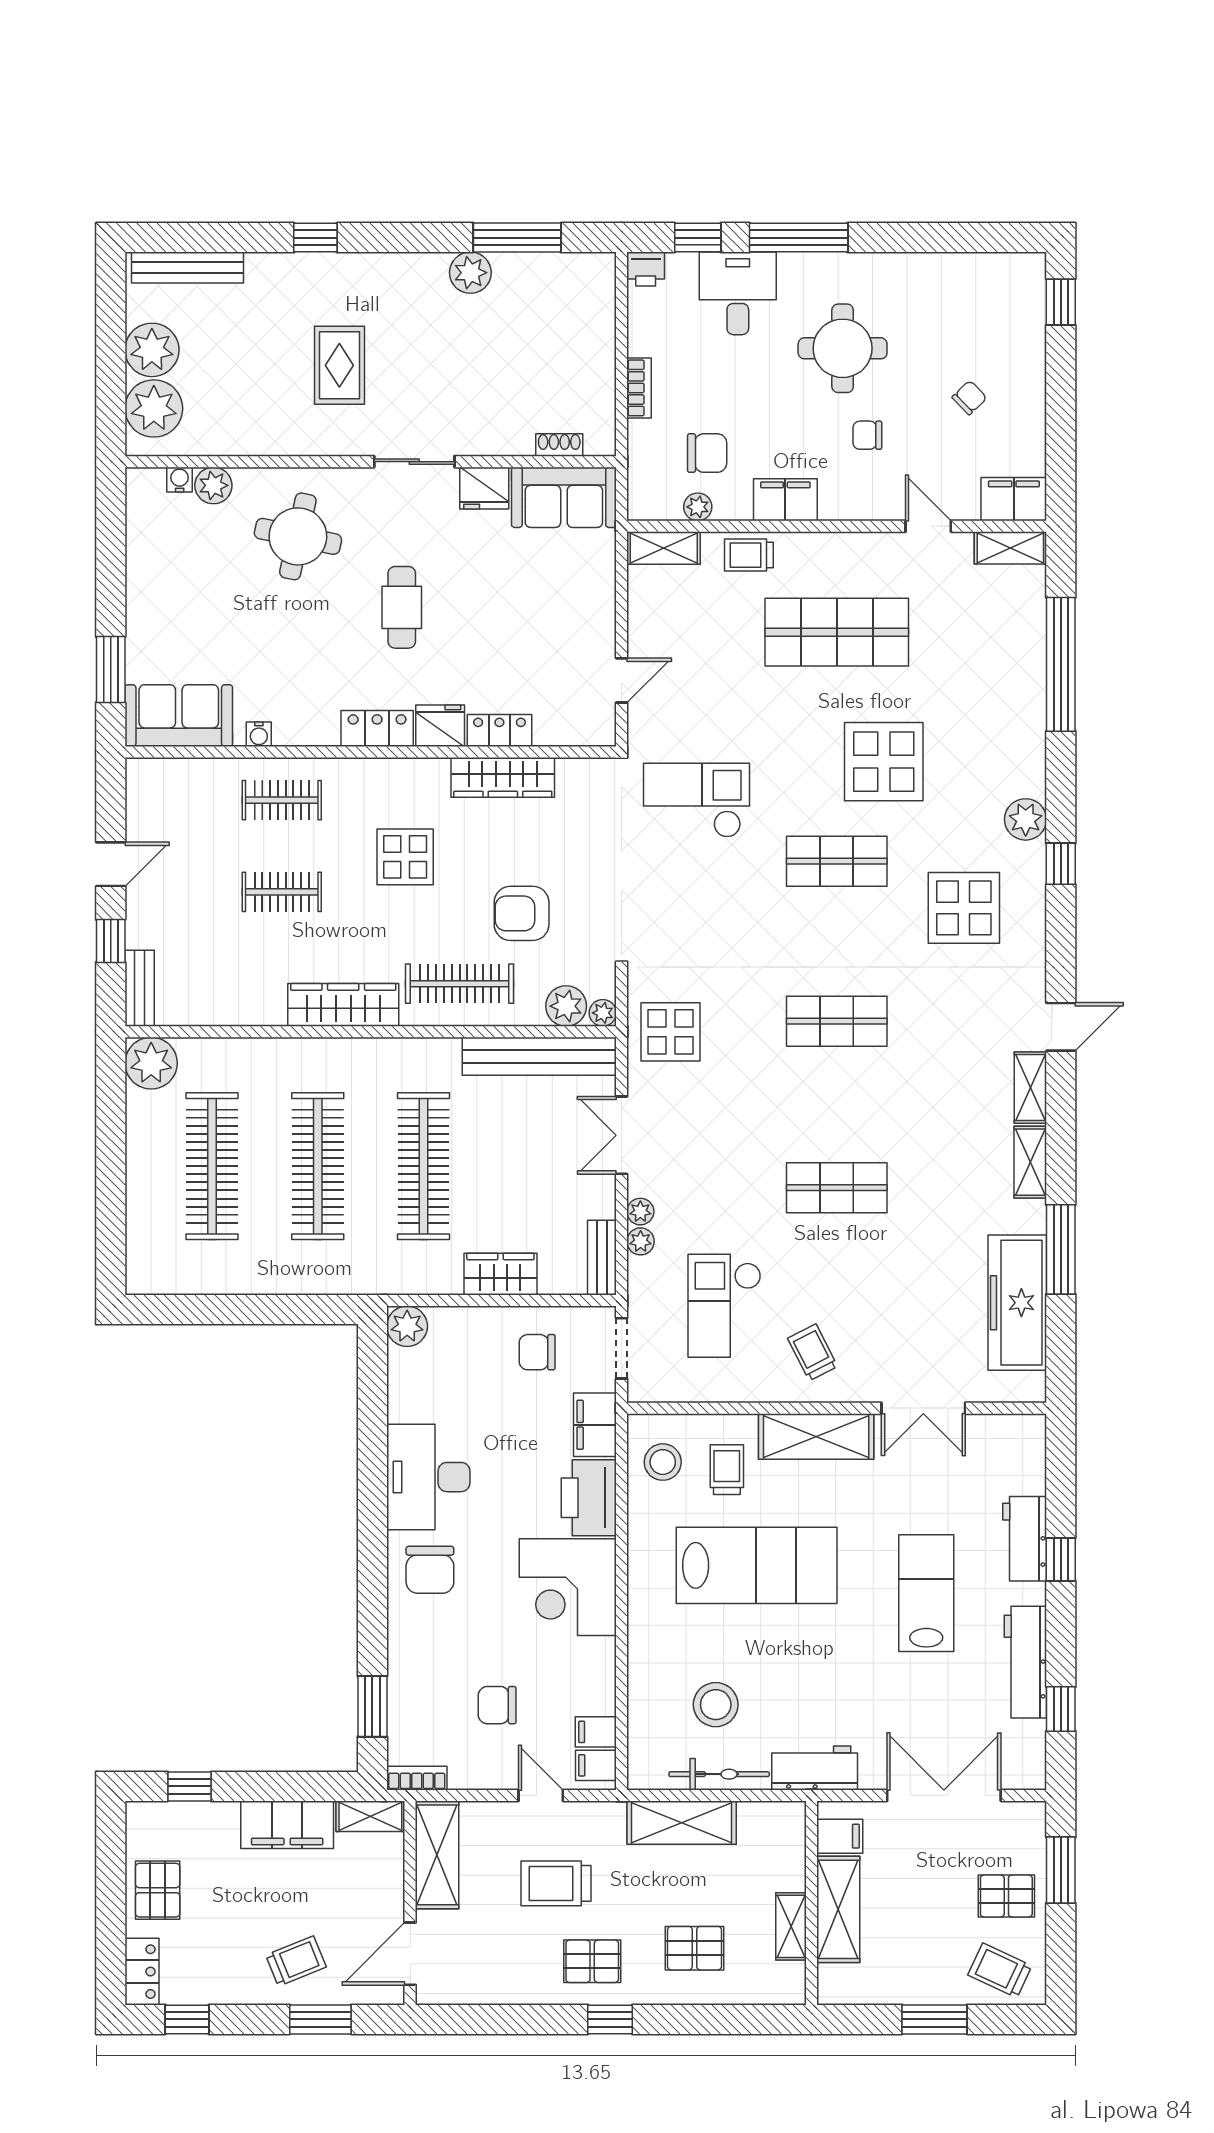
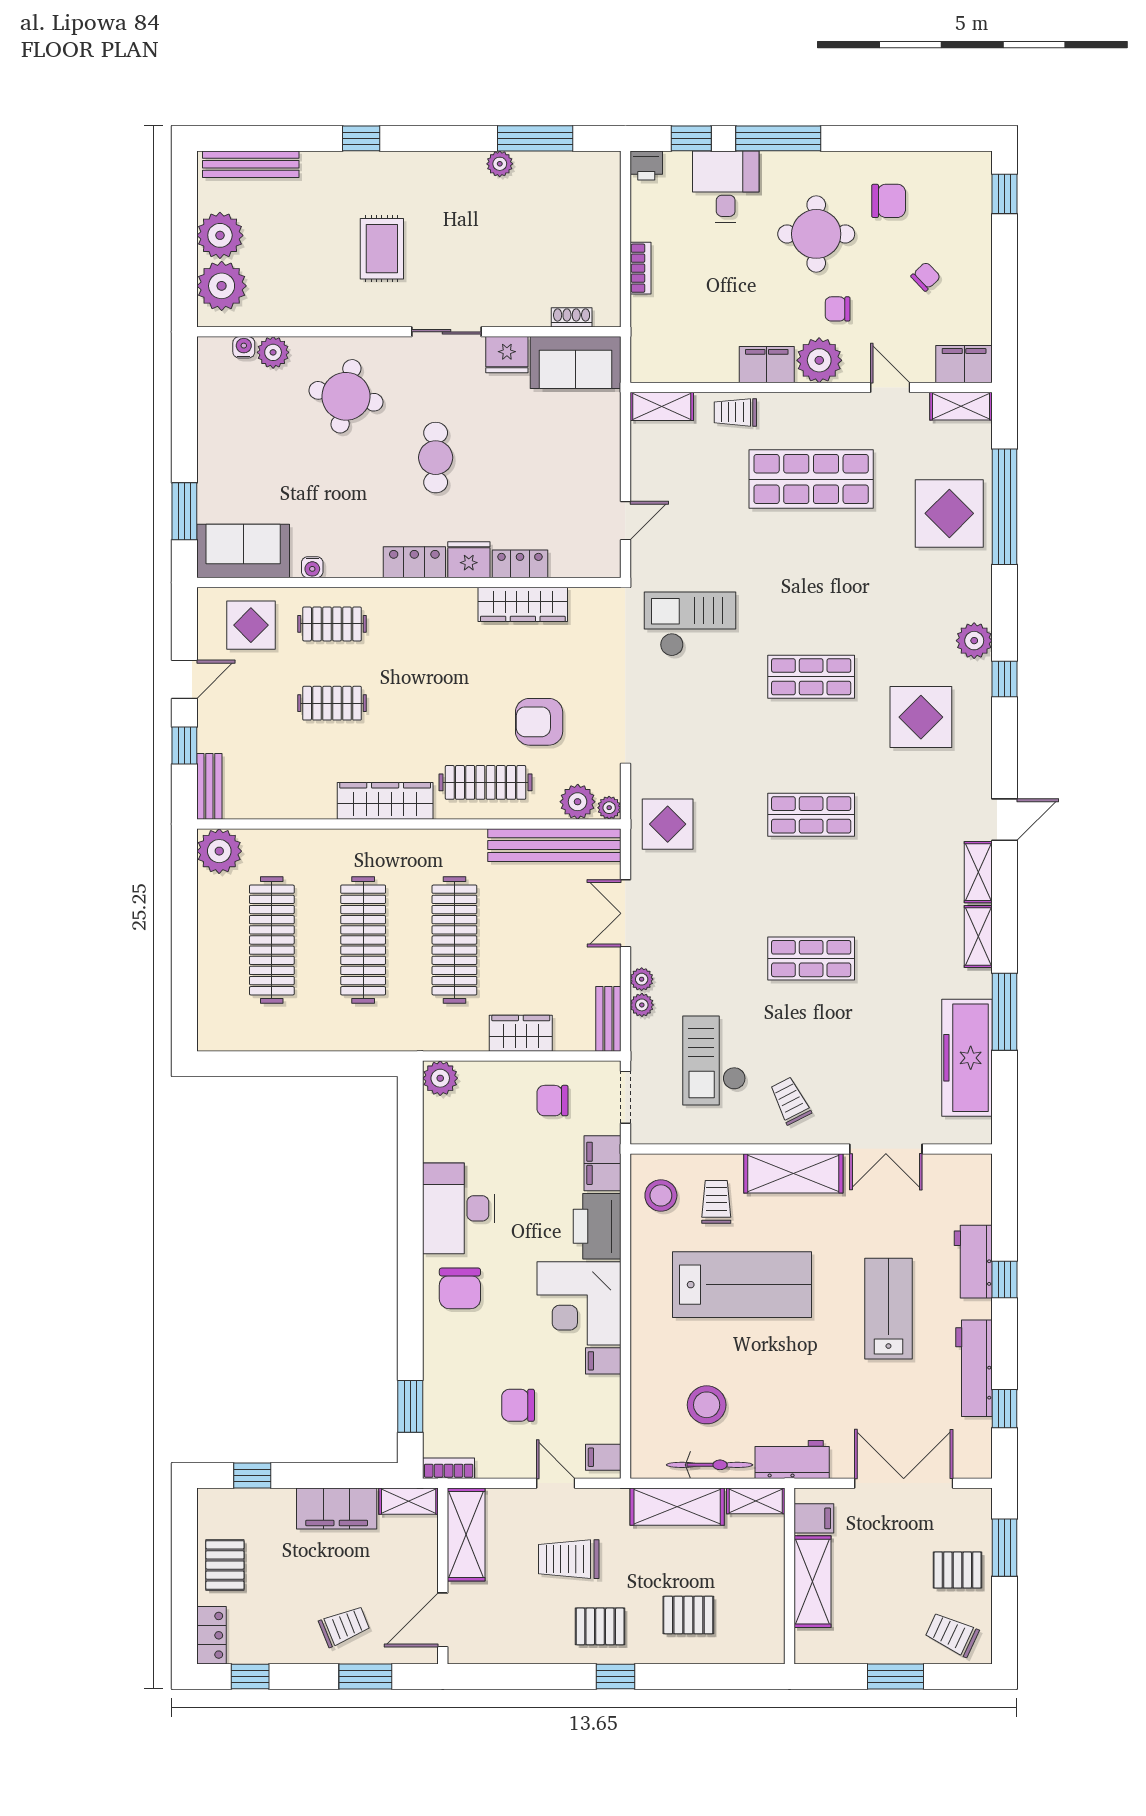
plant: (470, 273) -> (500, 164), width x0.73, depth x0.73
chair: (707, 453) -> (889, 201), moved
plant: (698, 507) -> (819, 360), moved, width x1.88, depth x1.88
display table: (884, 762) -> (949, 513), moved
display table: (405, 857) -> (251, 625), moved
filing cabinet: (596, 1732) -> (603, 1361), moved
shelving: (791, 1926) -> (756, 1501), moved, turned 90

